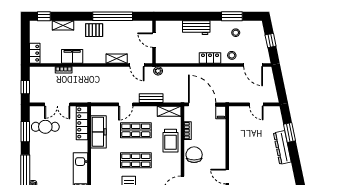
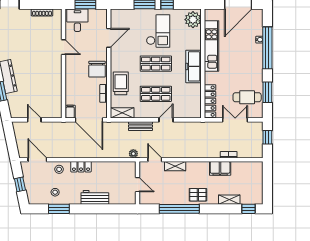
locker: (35, 53) -> (258, 172), removed
freezer: (98, 132) -> (193, 66), moved

